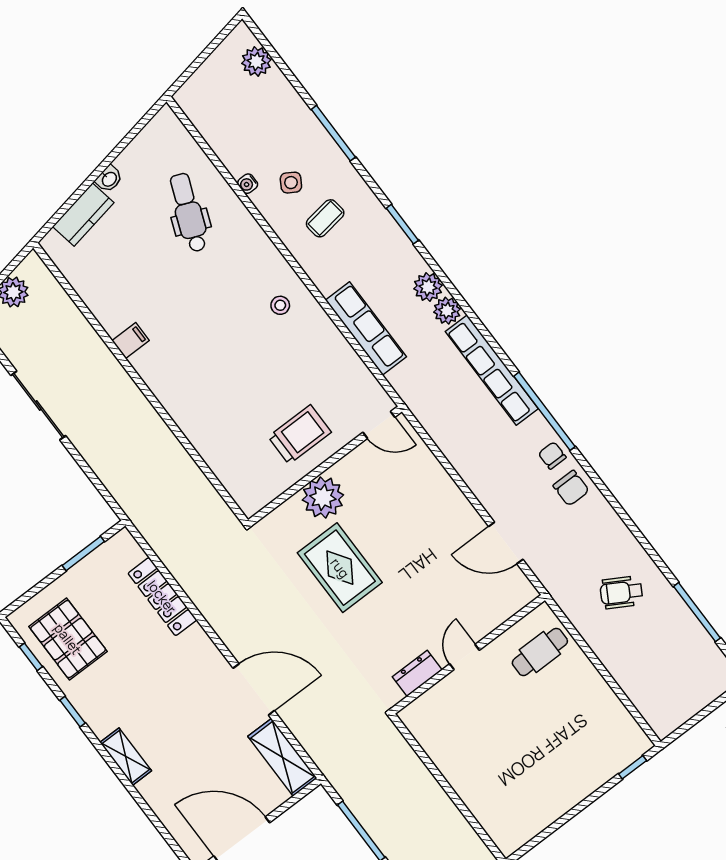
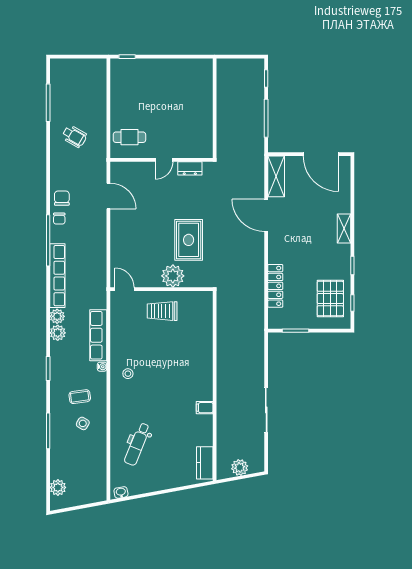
washbasin: (109, 179) -> (121, 492), moved
water cooler: (248, 184) -> (102, 367), moved
kitchen counter: (83, 215) -> (205, 463), moved, turned -80

